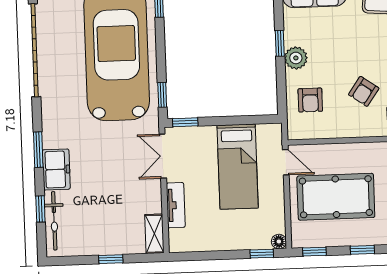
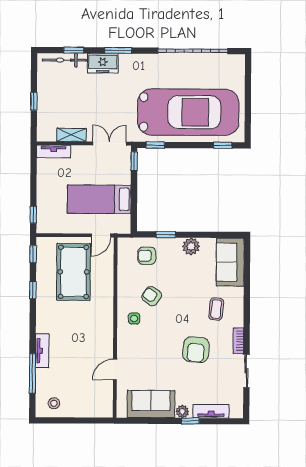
window: (280, 43) -> (166, 235), moved
plant: (296, 58) -> (191, 246), moved
tv unit: (176, 205) -> (54, 152), moved
shelving: (154, 234) -> (71, 135), moved
floor lamp: (279, 242) -> (42, 228), removed

